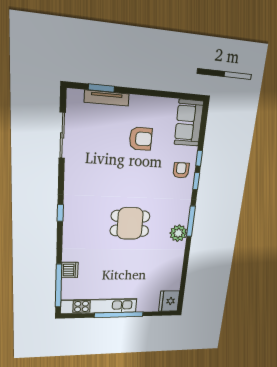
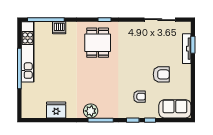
armchair: (141, 139) -> (161, 74), turned -90
armchair: (181, 170) -> (139, 97), moved
dining table: (130, 223) -> (98, 43), moved
fridge: (169, 301) -> (56, 110), moved

